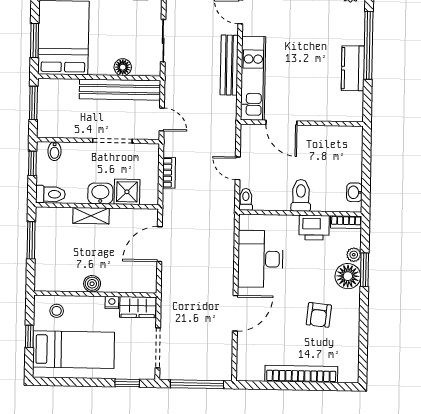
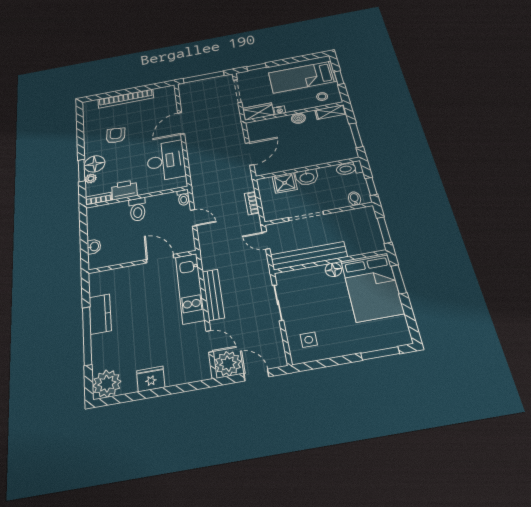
floor lamp: (123, 67) -> (333, 270), moved
washbasin: (354, 192) -> (94, 247), moved
shelving: (91, 216) -> (331, 112), moved

